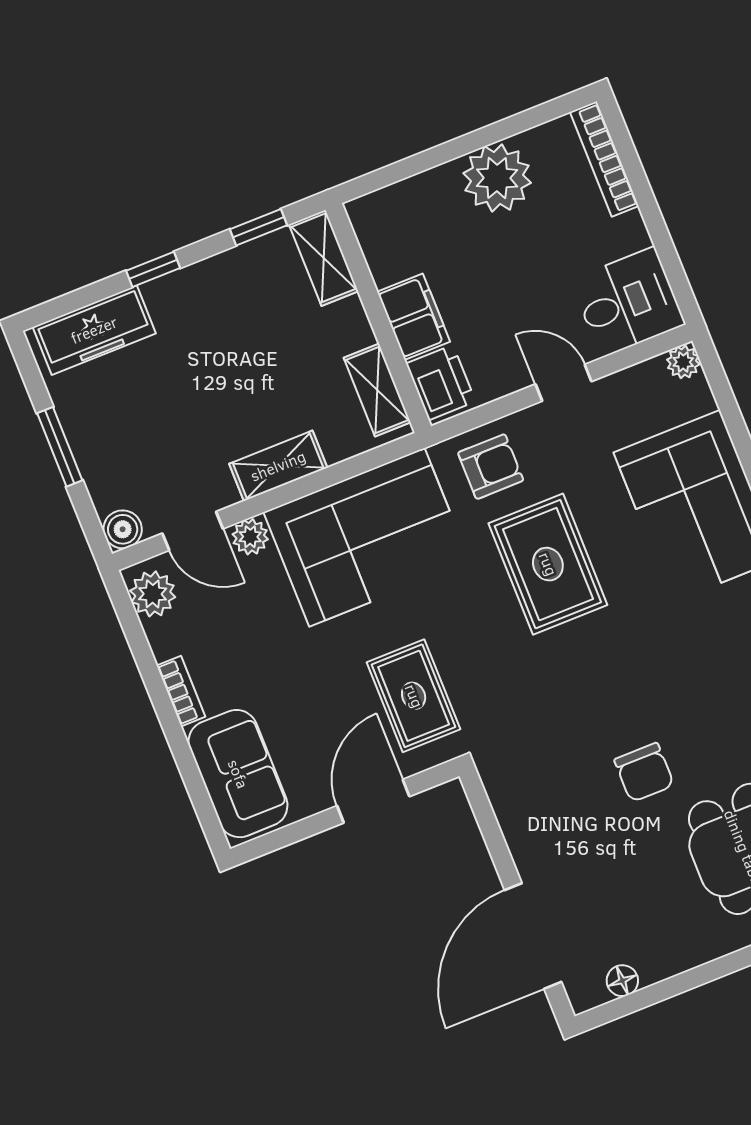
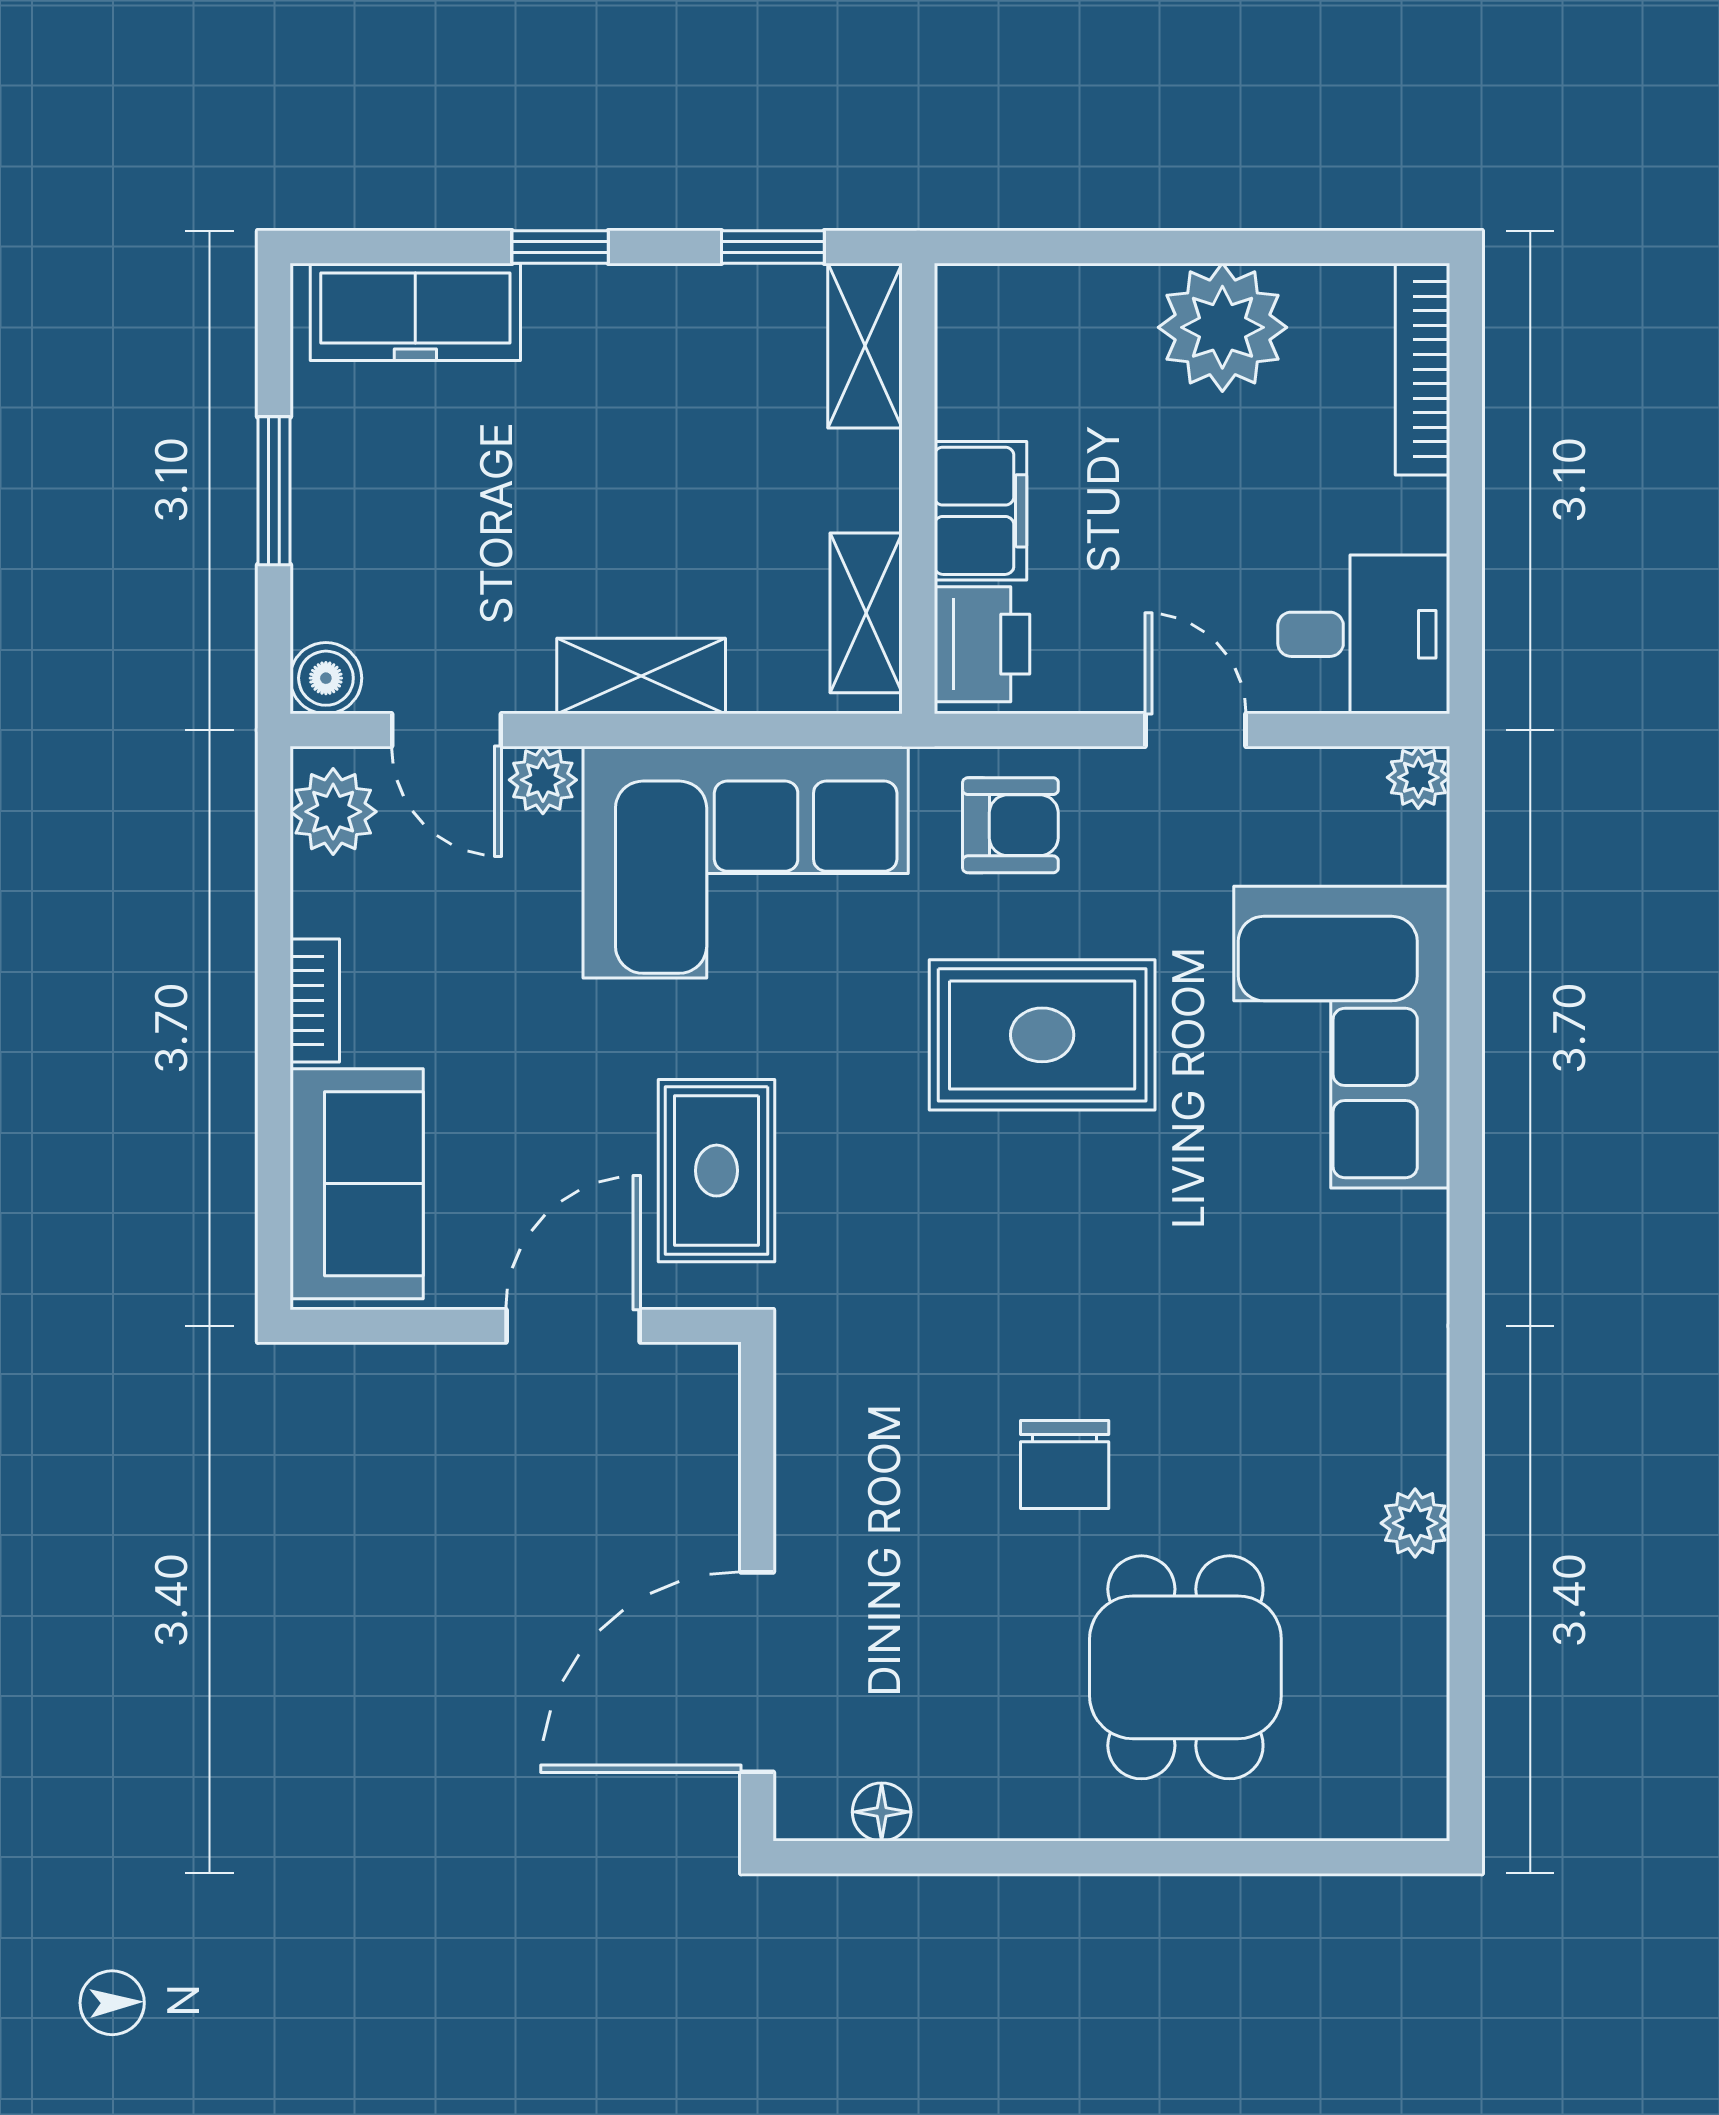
rug: (548, 564) -> (1042, 1035), turned 90

